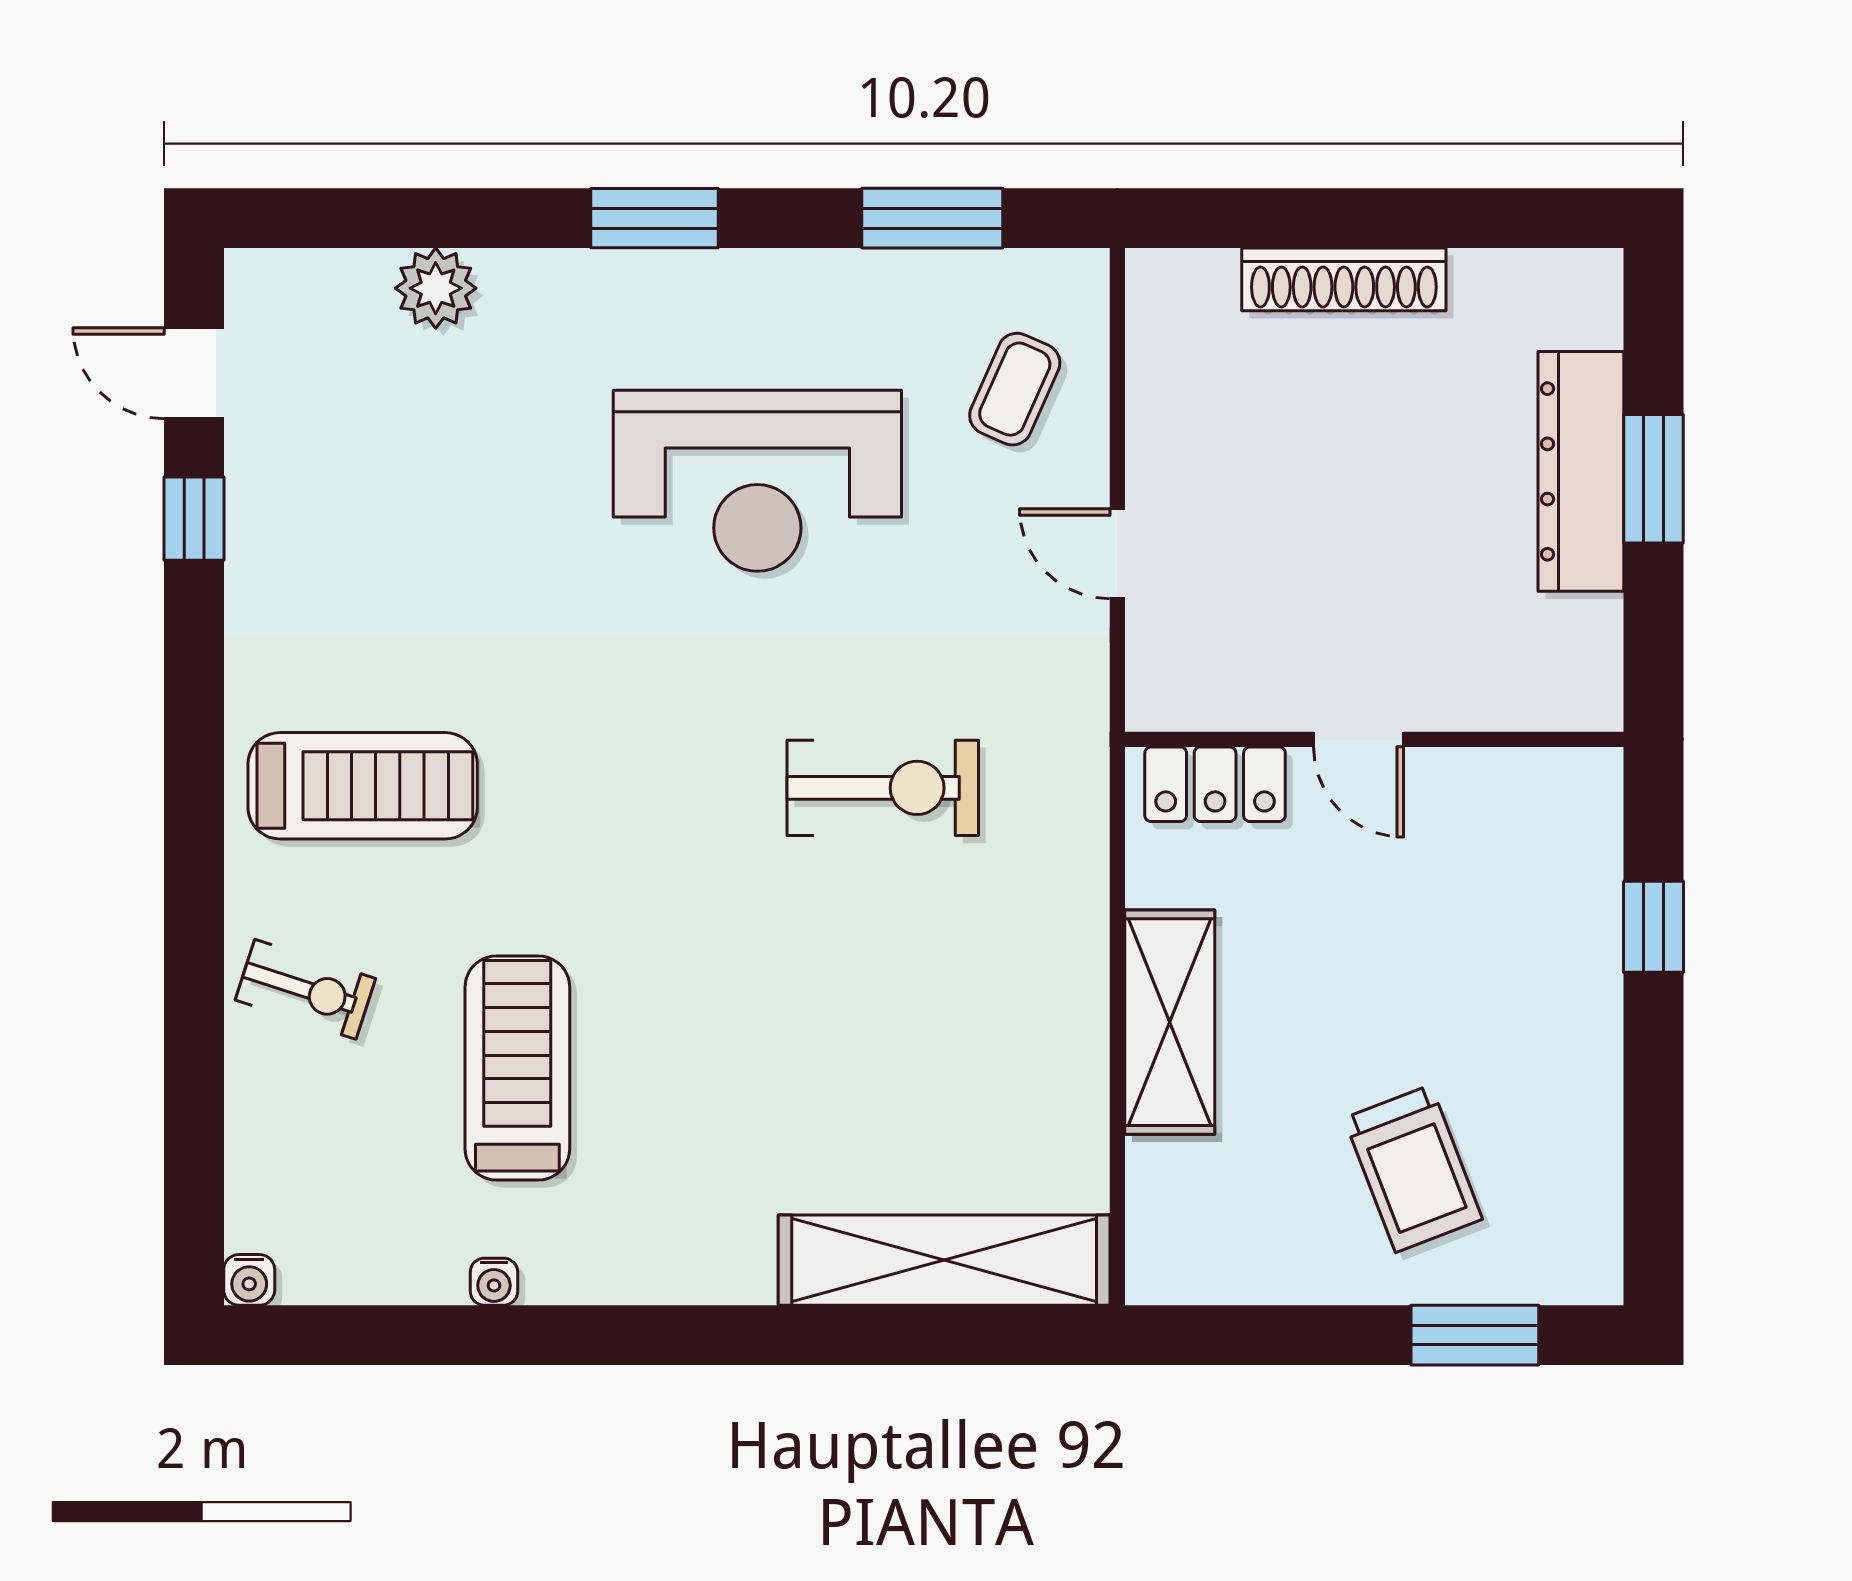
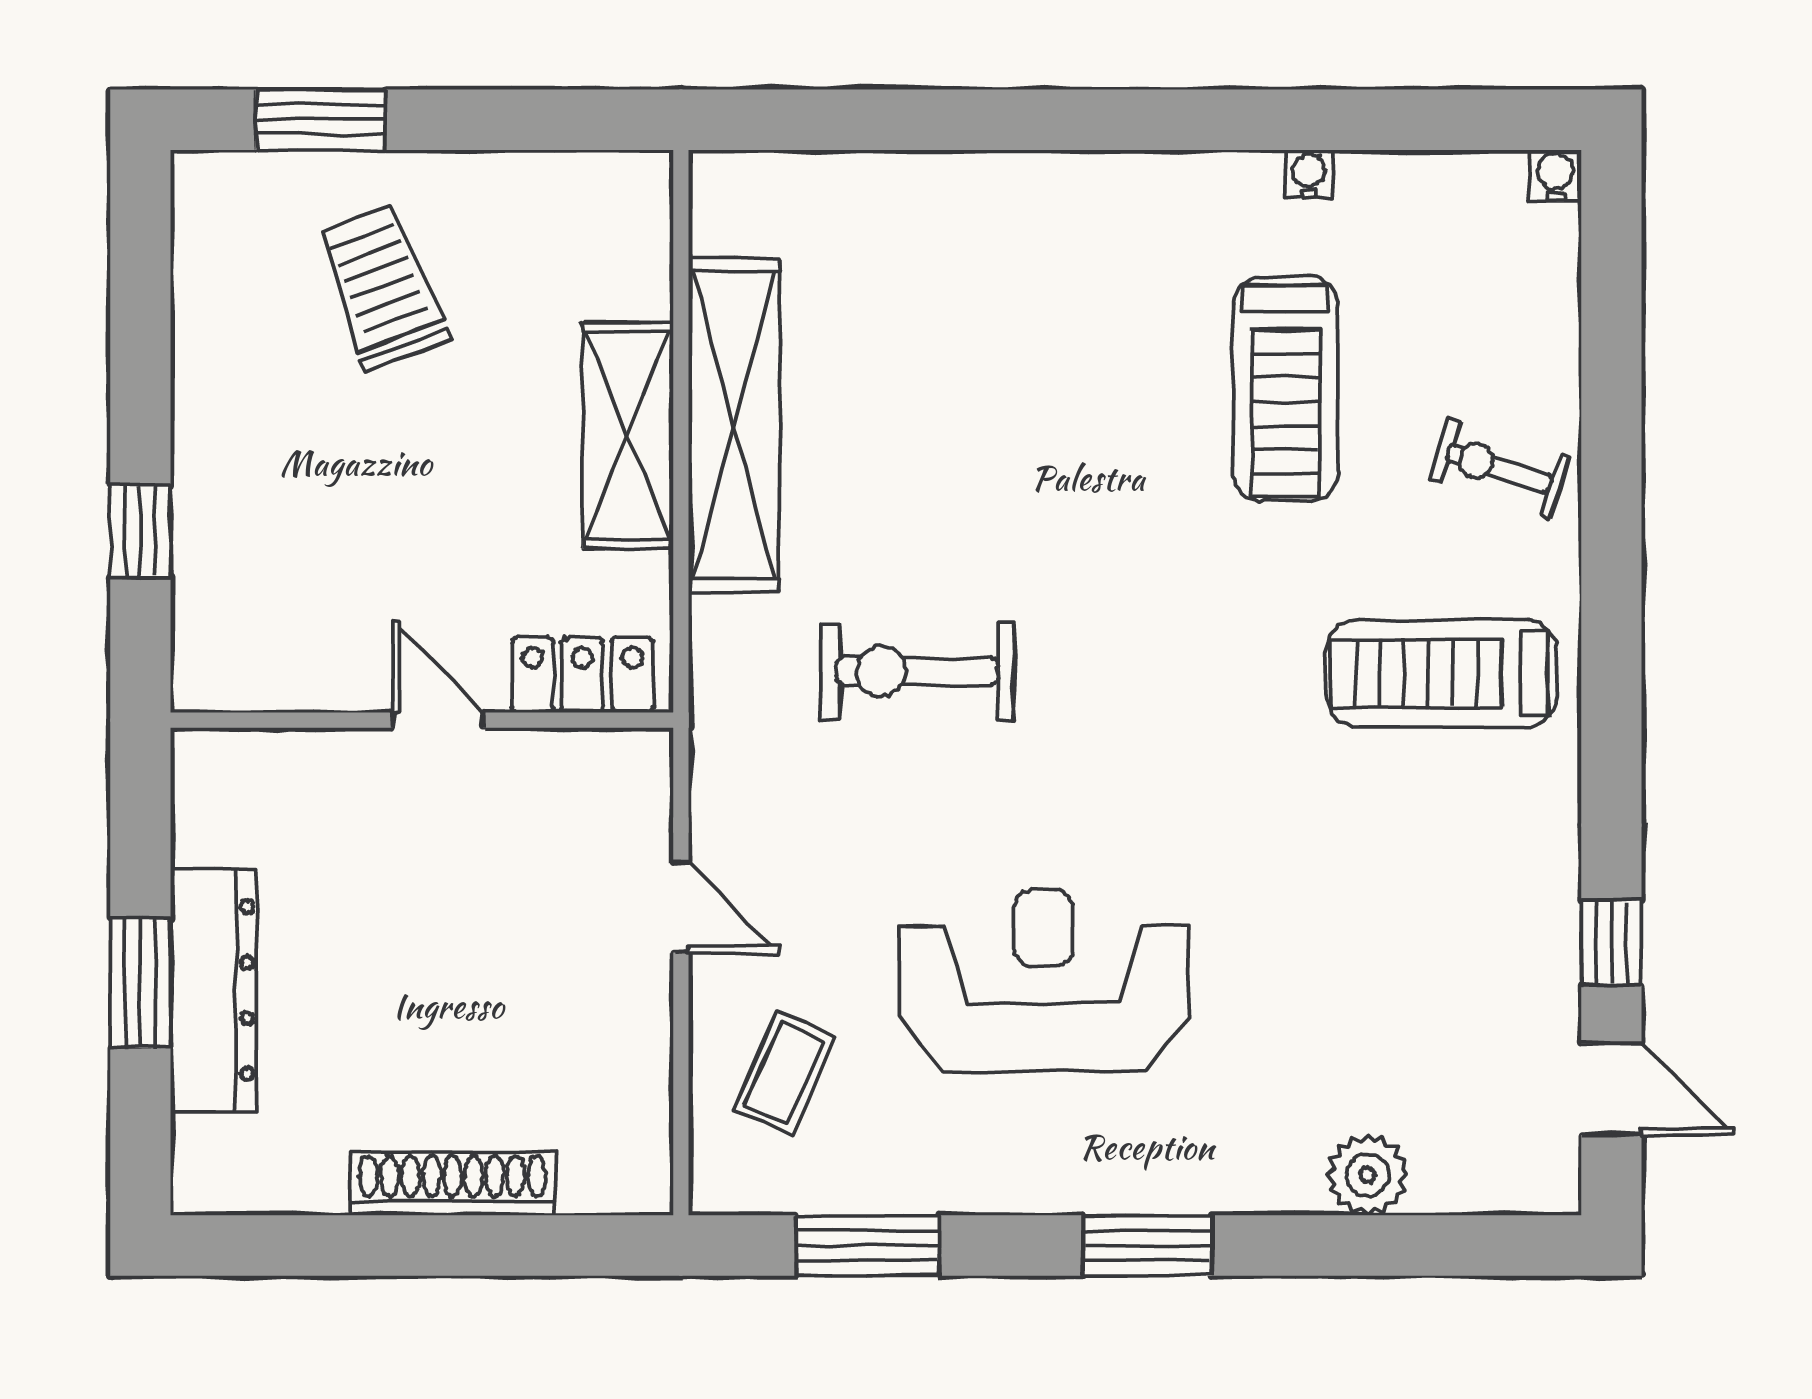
shelving: (944, 1260) -> (734, 425), moved, turned 90

